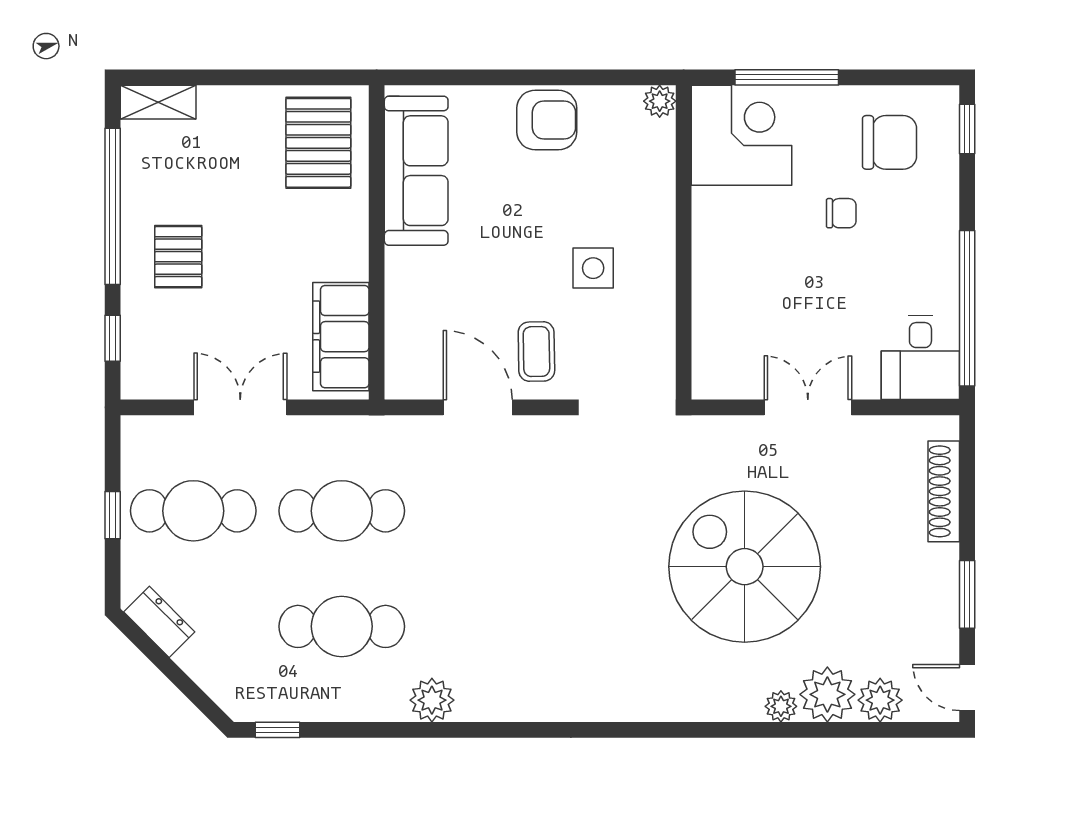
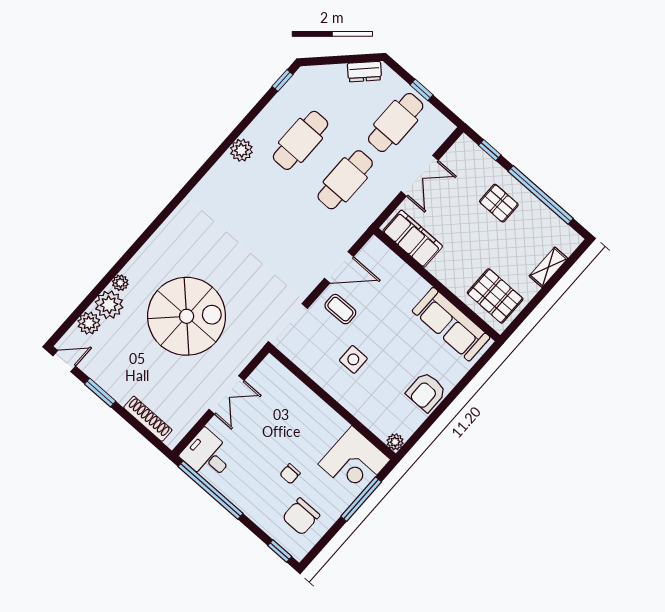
shelving: (158, 102) -> (548, 267), moved

